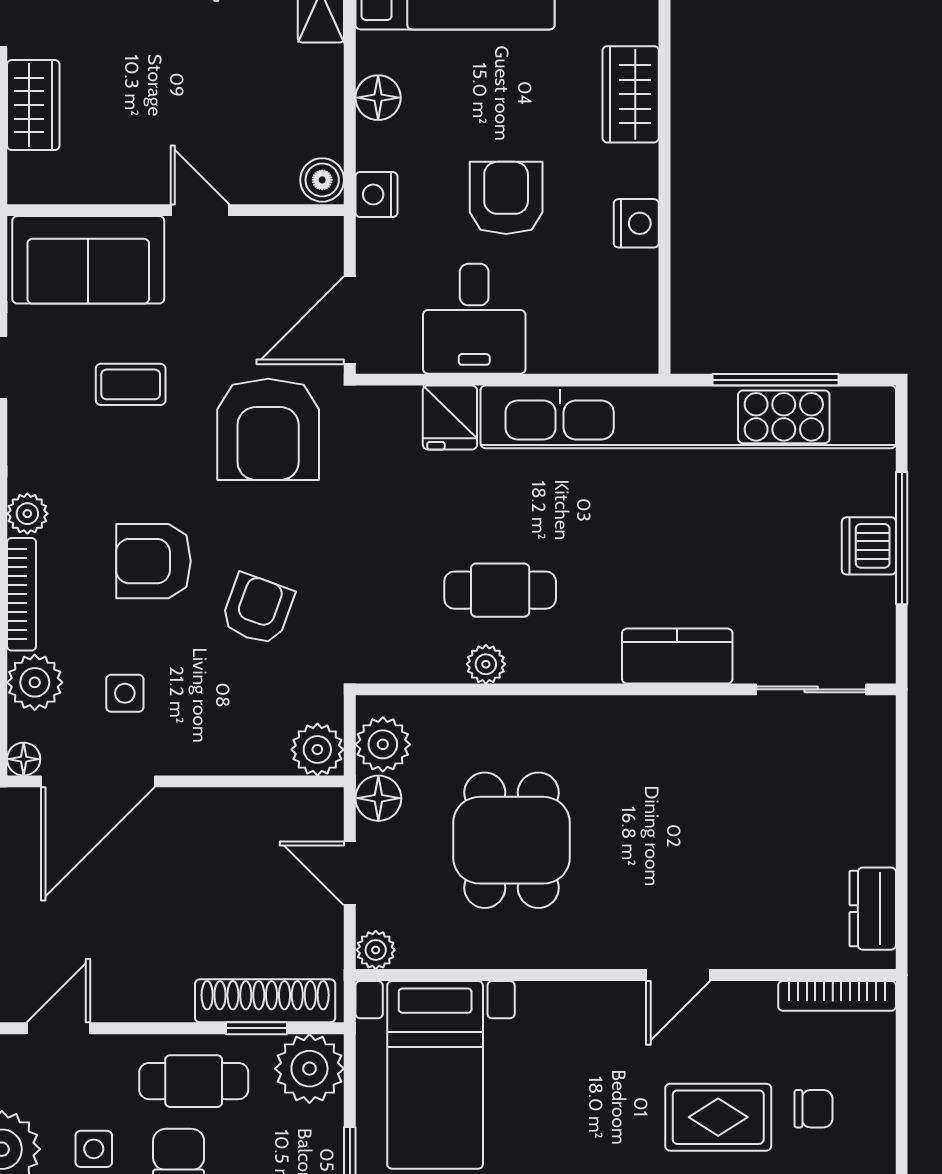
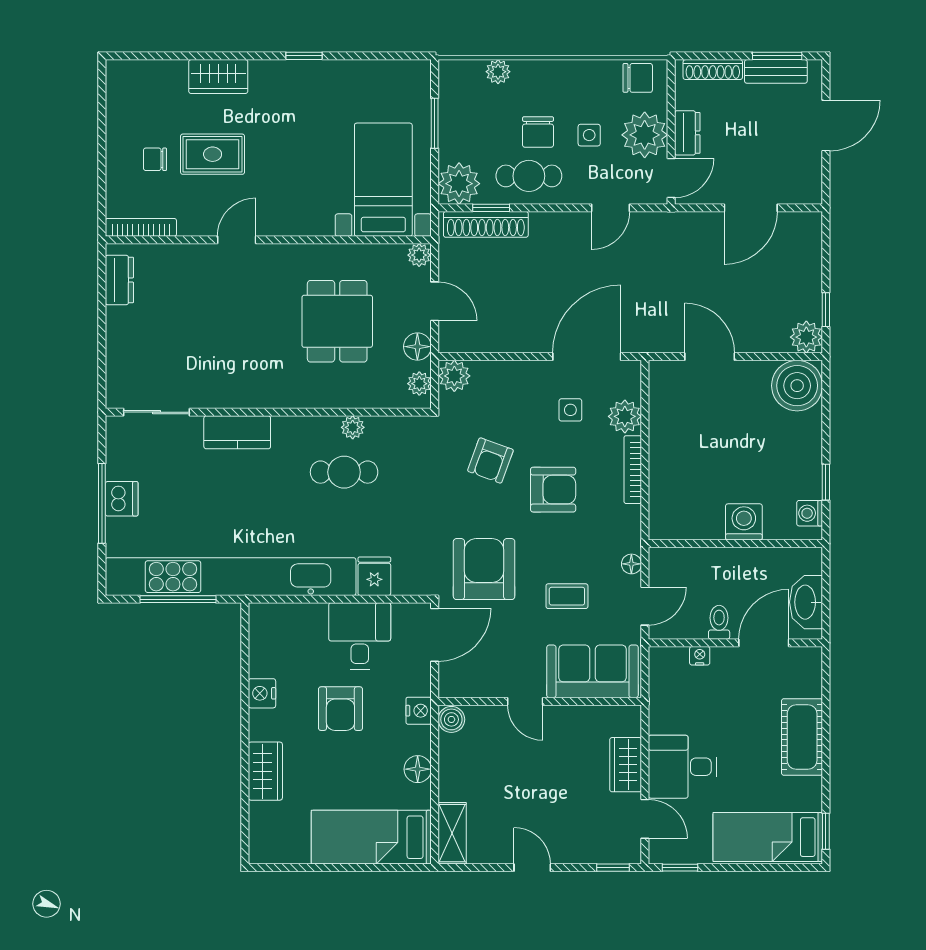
plant: (27, 514) -> (629, 518), removed
plant: (383, 744) -> (419, 384), width x0.73, depth x0.73
floor lamp: (24, 759) -> (631, 564), moved

